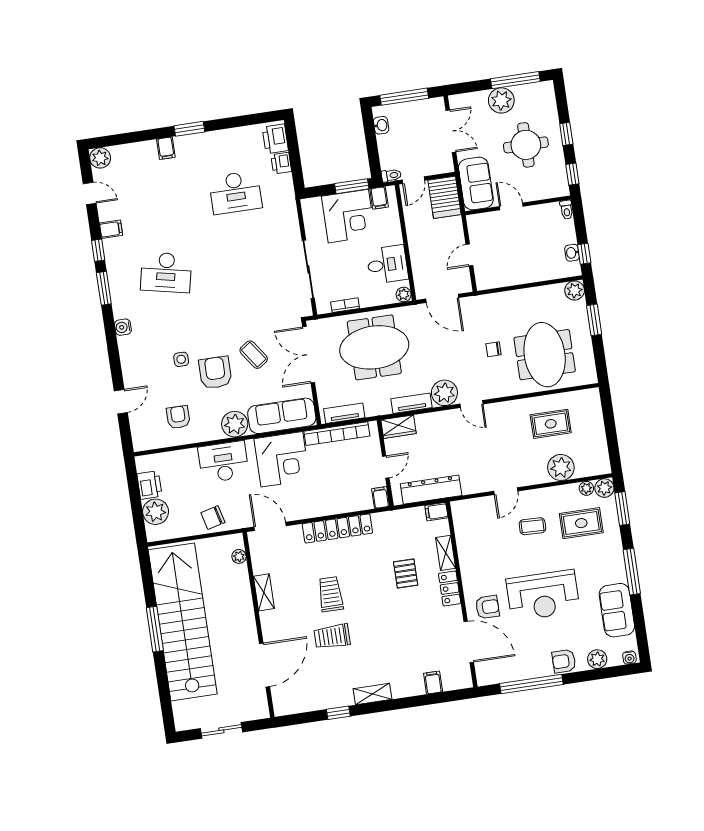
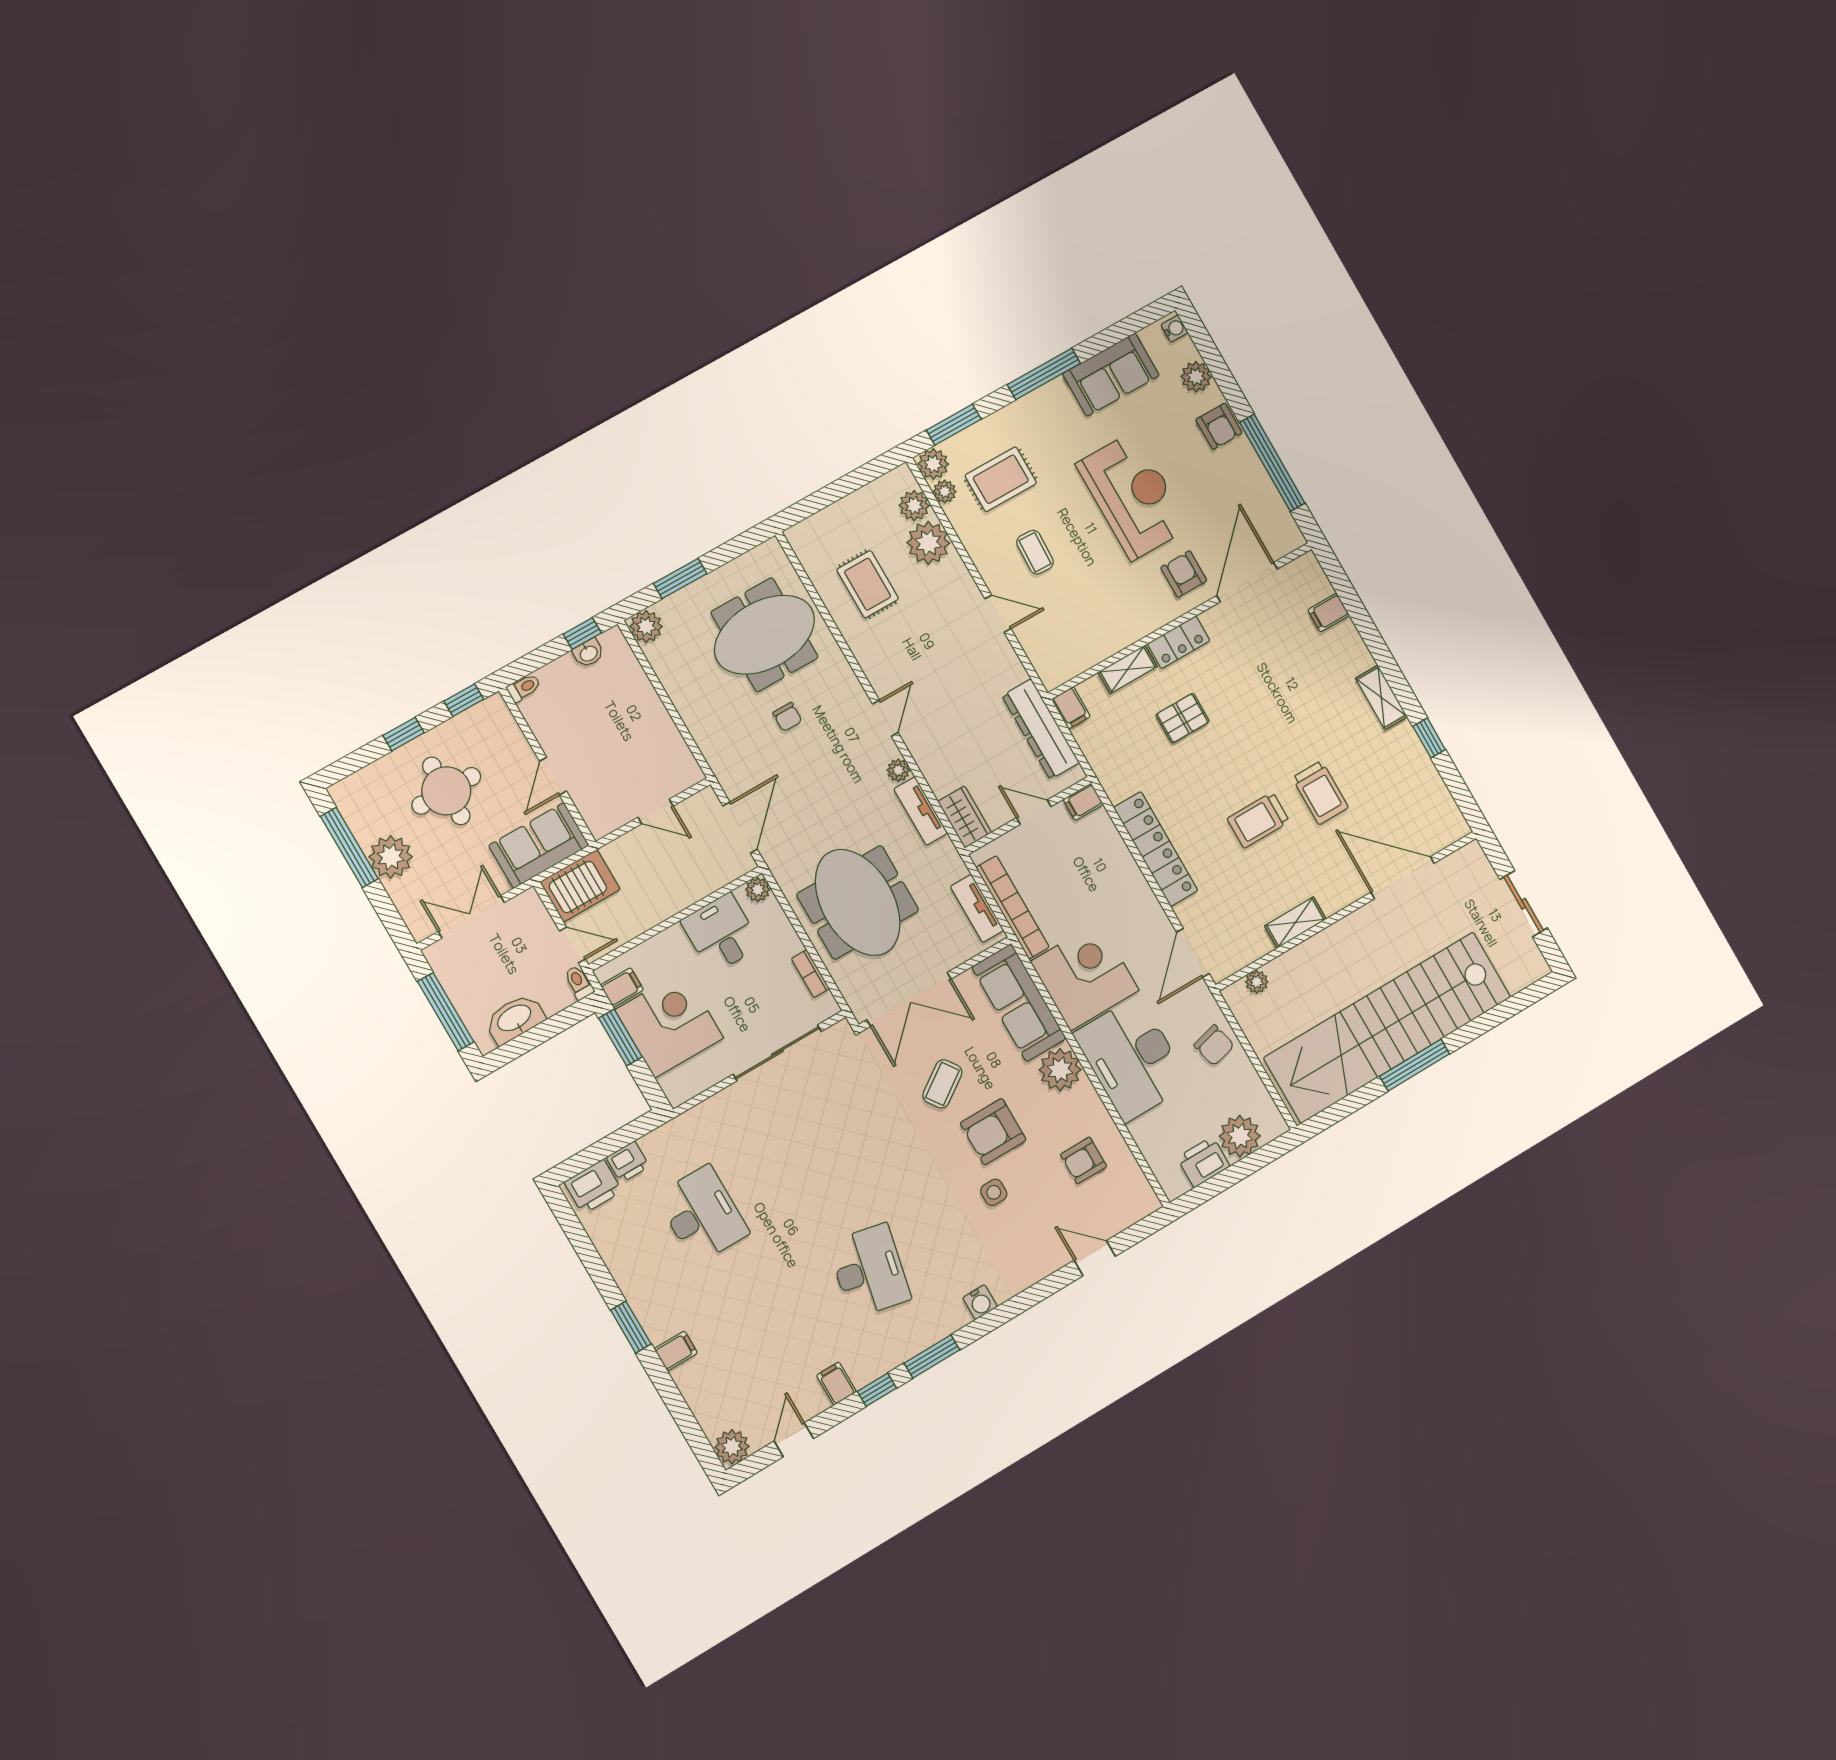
washbasin: (381, 125) -> (515, 1019), width x1.91, depth x1.45
plant: (444, 393) -> (898, 770), width x0.53, depth x0.53
desk: (224, 462) -> (1132, 1059), width x1.36, depth x1.30
plant: (585, 468) -> (914, 506), added
rug: (581, 523) -> (1001, 479), turned 90

